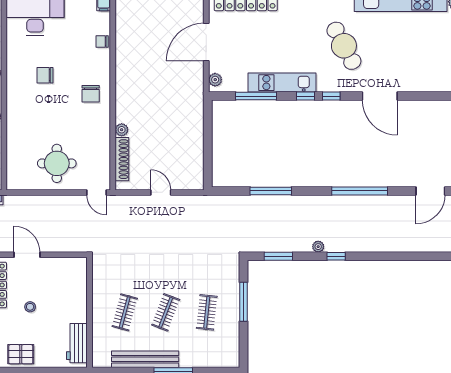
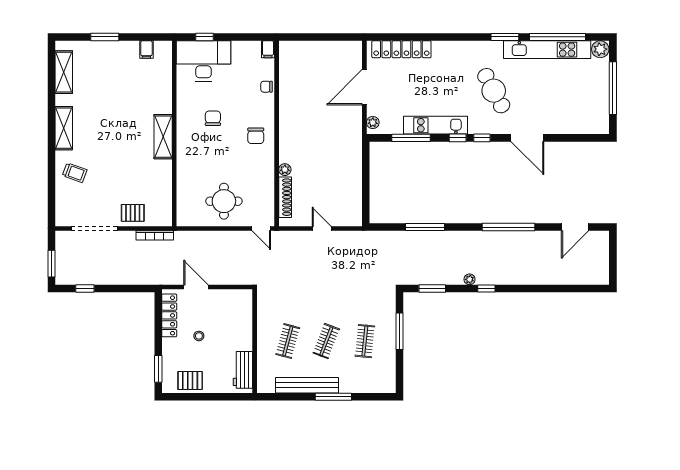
chair: (45, 75) -> (213, 118), turned 90

